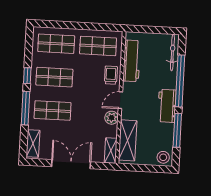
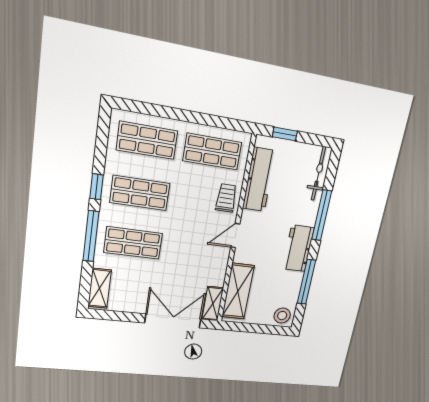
window: (145, 29) -> (285, 134), added
window: (180, 81) -> (322, 215), width x0.68
plant: (112, 118) -> (219, 259), removed
double door: (71, 164) -> (173, 321), moved

